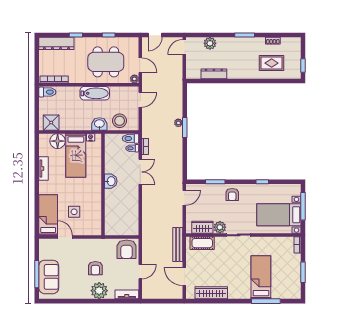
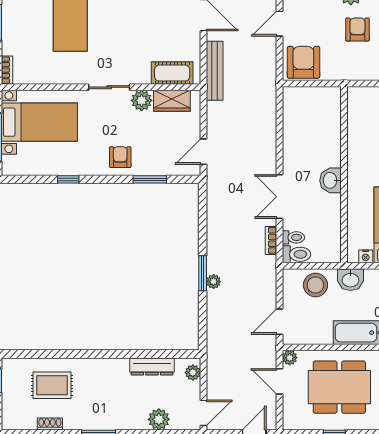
plant: (190, 70) -> (193, 373), added

